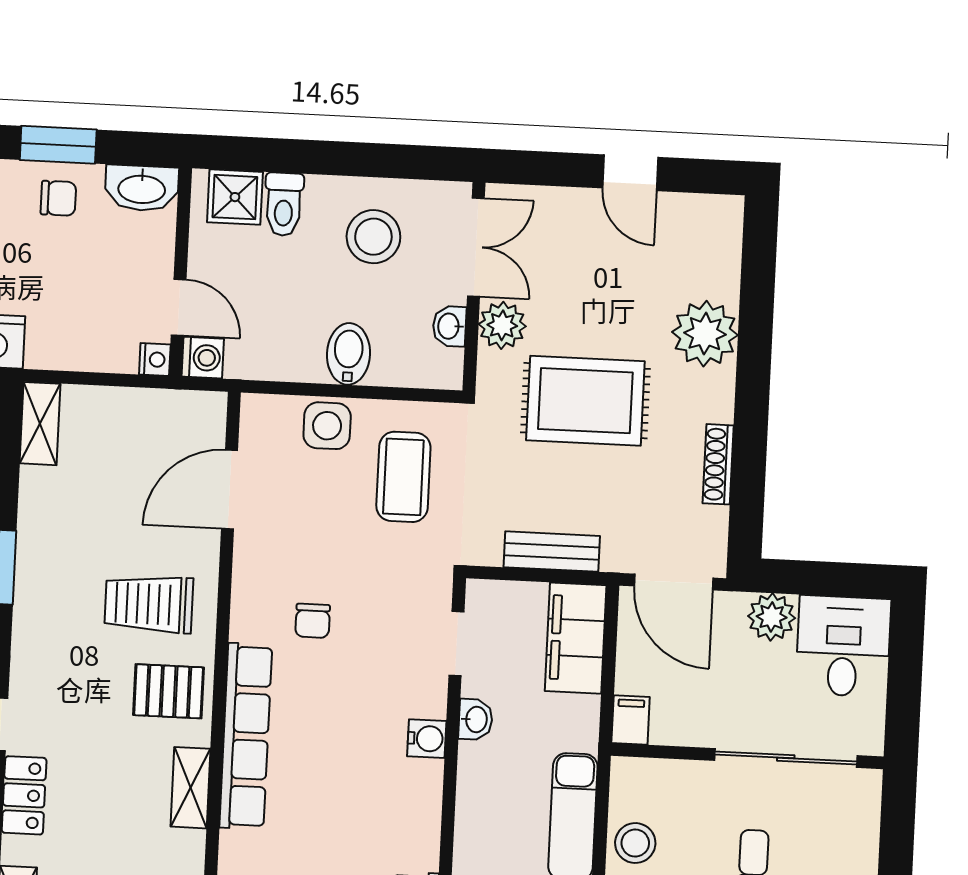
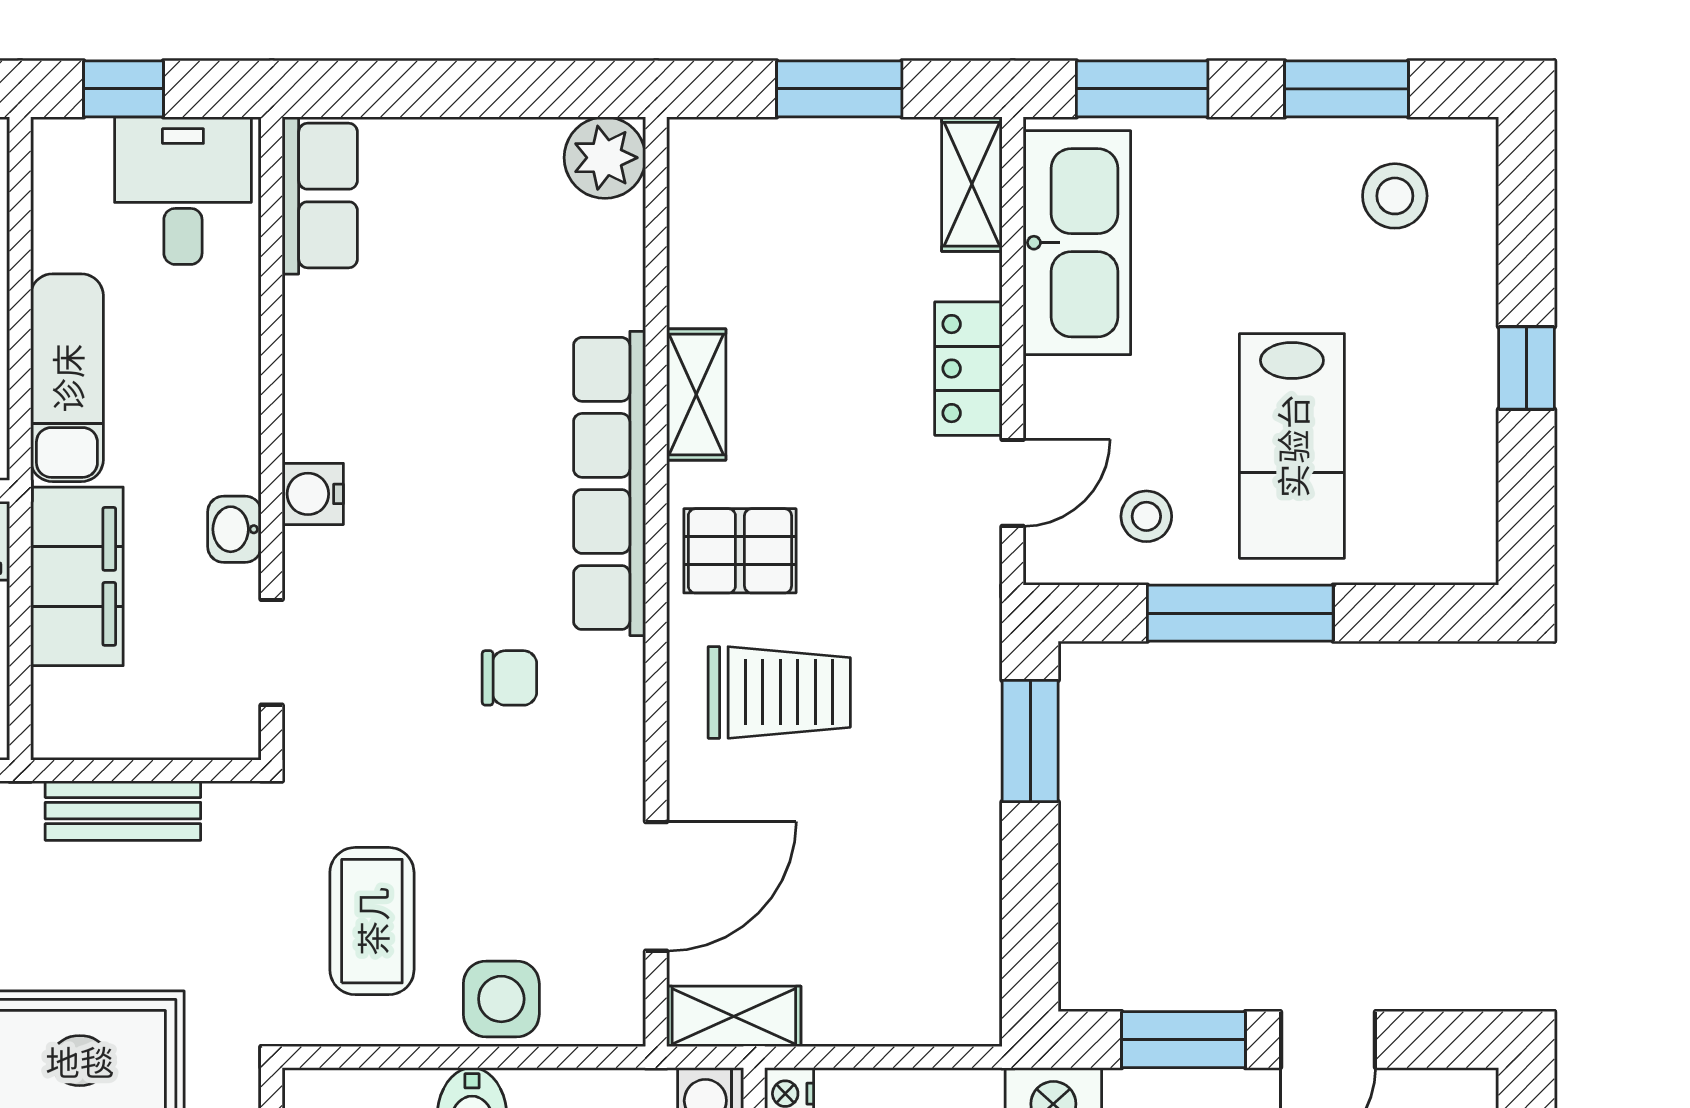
shelving: (40, 424) -> (734, 1016), moved, turned 90
chair: (313, 621) -> (509, 678), turned 90
filing cabinet: (576, 638) -> (77, 576), moved

